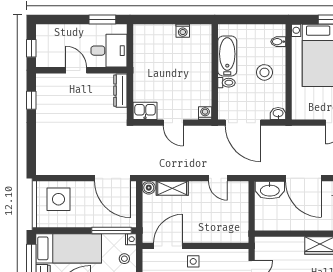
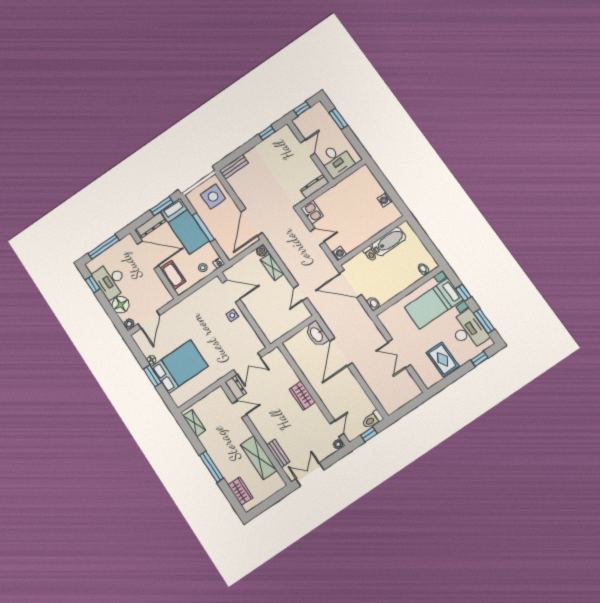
window: (102, 19) -> (338, 119), moved
stool: (264, 72) -> (395, 275), removed
door: (173, 123) -> (317, 237), swing flipped
door: (243, 123) -> (350, 284), hinge flipped
bench: (43, 157) -> (234, 167), added
window: (112, 231) -> (203, 227), moved

